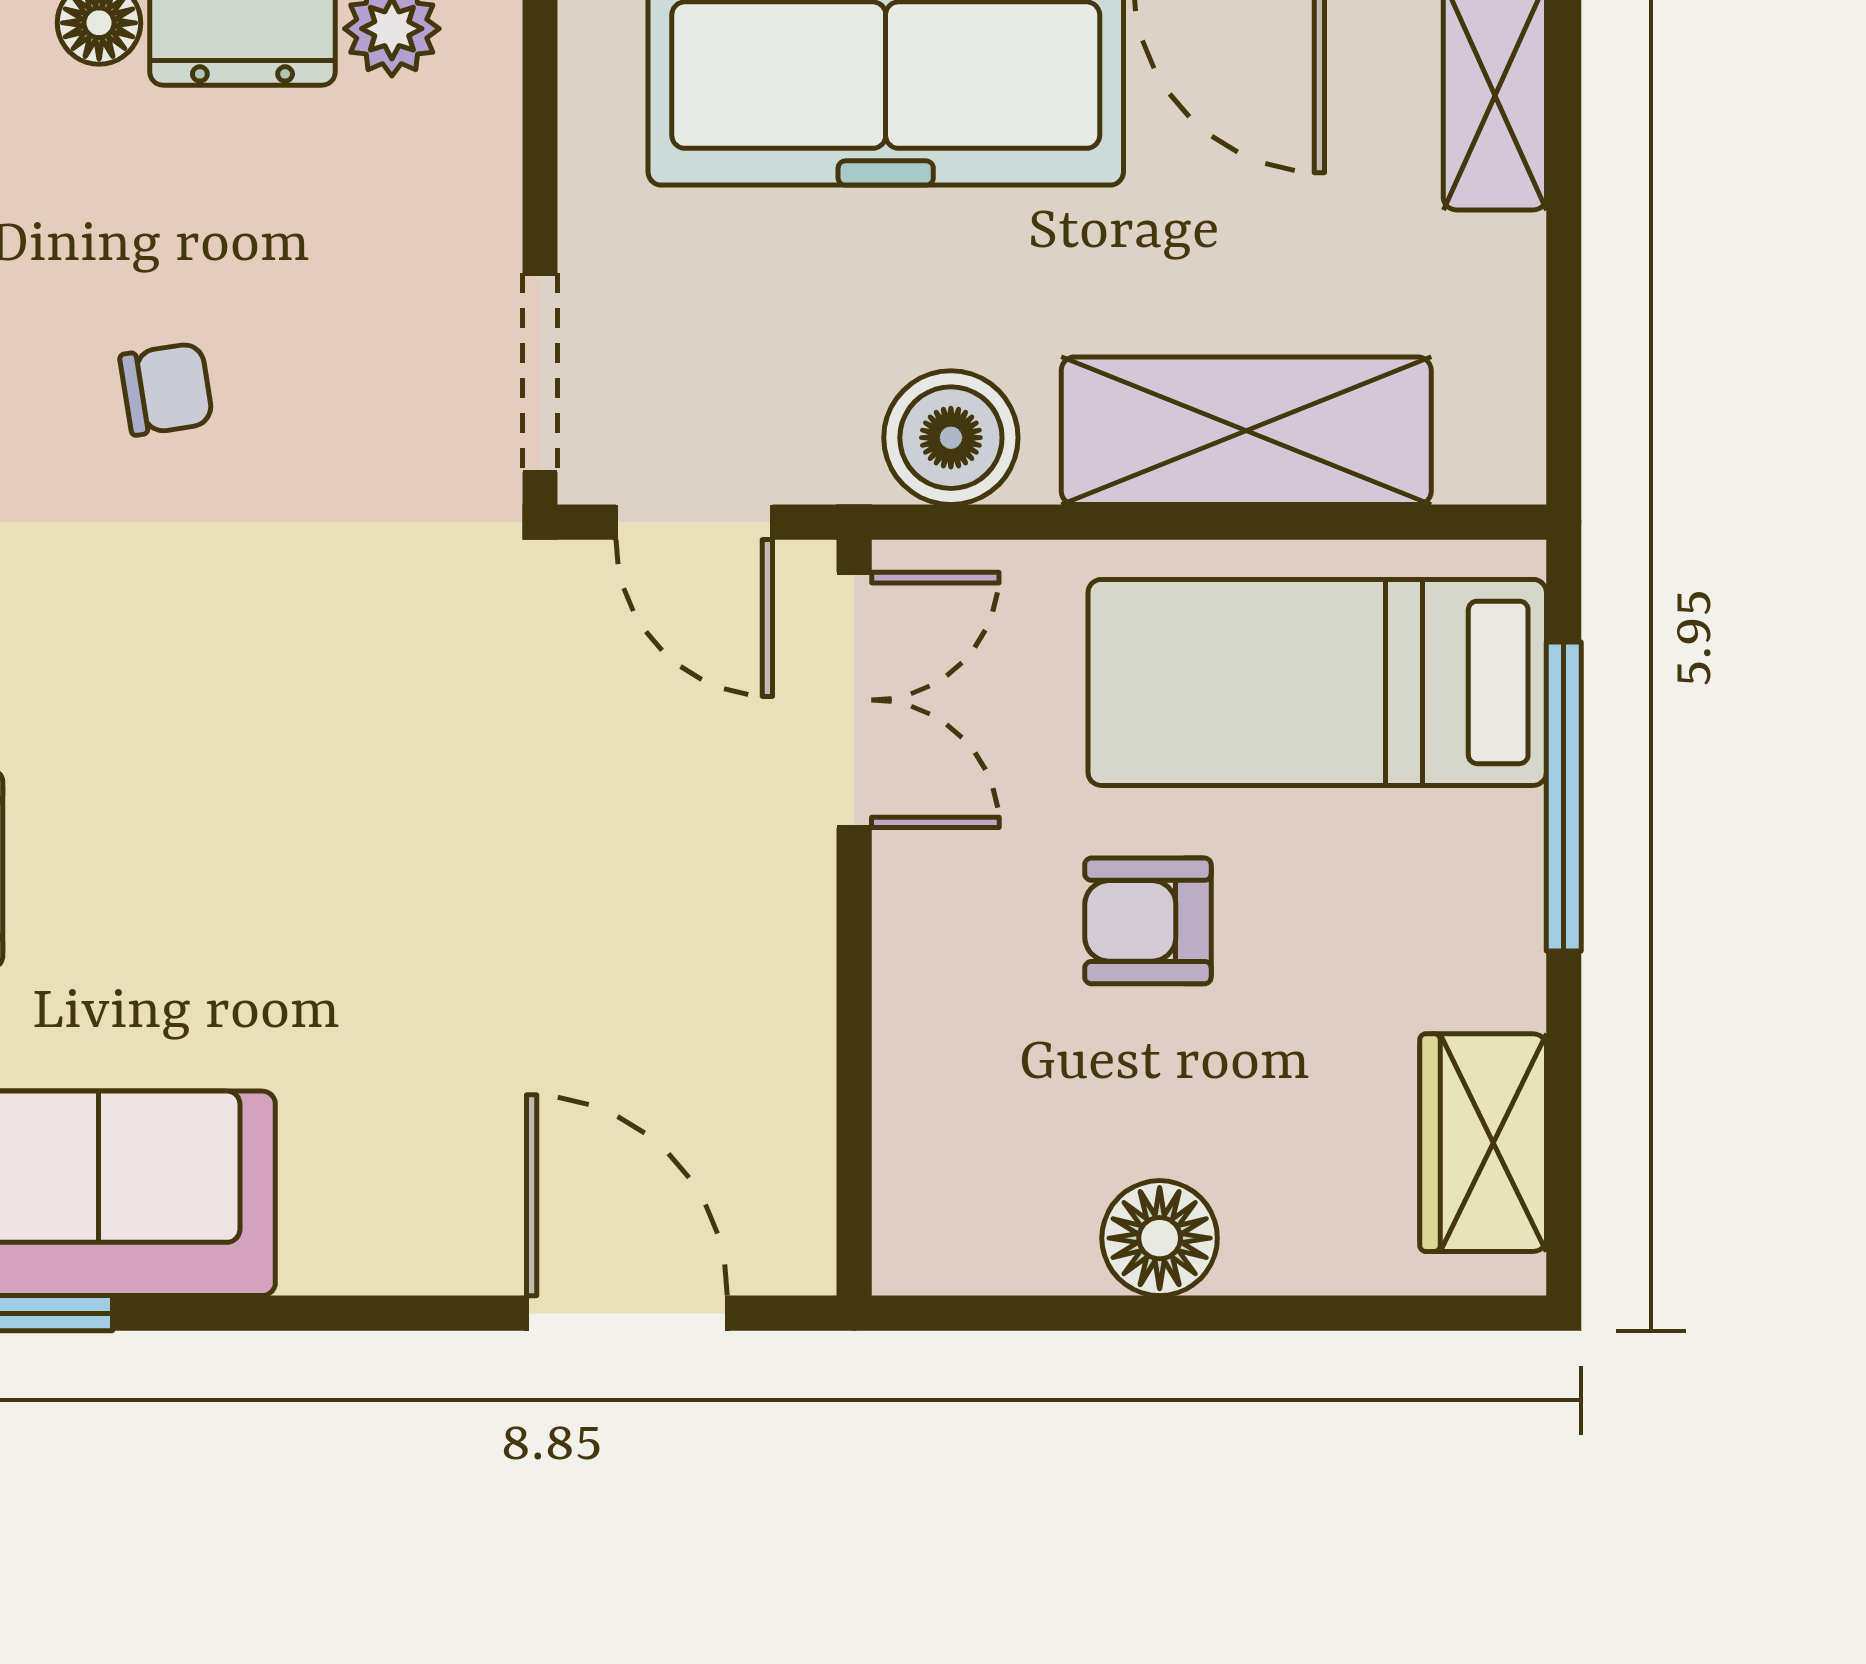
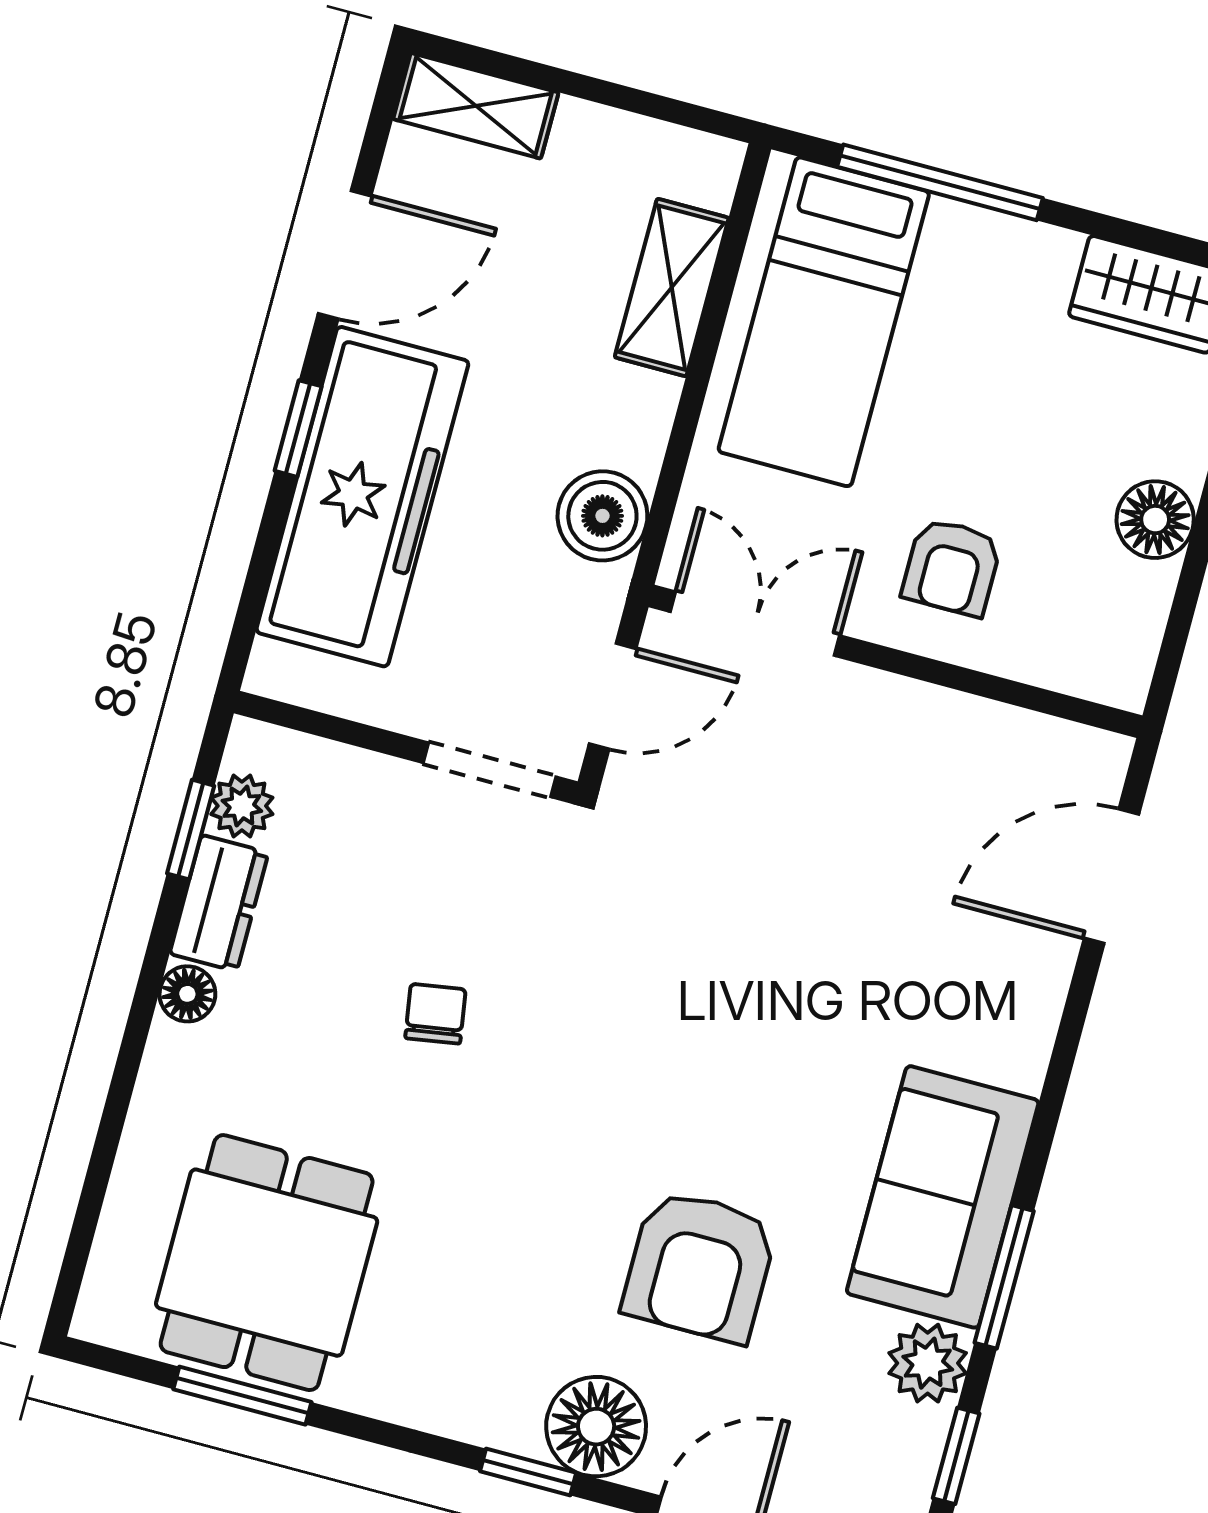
shelving: (1246, 431) -> (672, 288), width x0.67, depth x0.75
armchair: (1148, 921) -> (952, 567), moved

